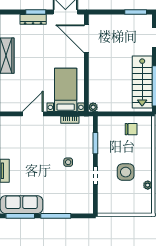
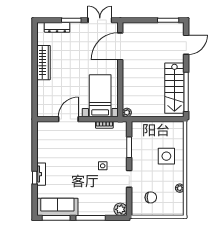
dresser: (33, 19) -> (57, 27), moved
door: (86, 39) -> (120, 46), hinge flipped
chair: (131, 129) -> (151, 197), moved
side table: (126, 172) -> (166, 156), moved
plant: (87, 207) -> (120, 209), added

